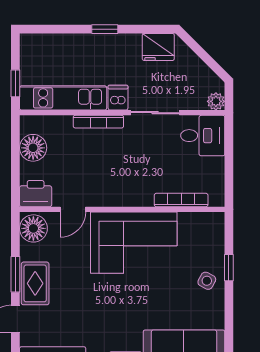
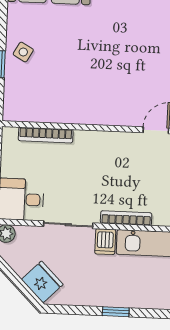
fridge: (158, 47) -> (42, 282), moved, turned 45
corner sofa: (134, 243) -> (96, 94), removed

